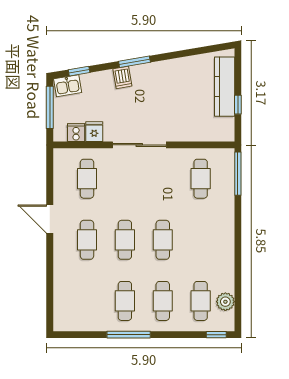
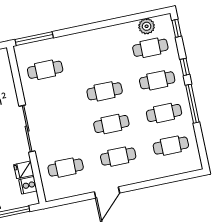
cafe table: (87, 301) -> (171, 146), added
window: (171, 335) -> (185, 67), added

